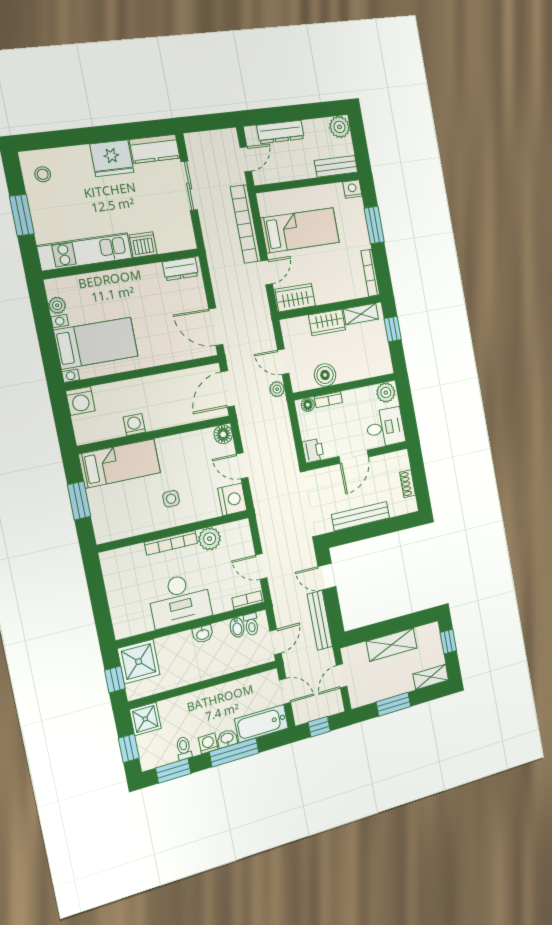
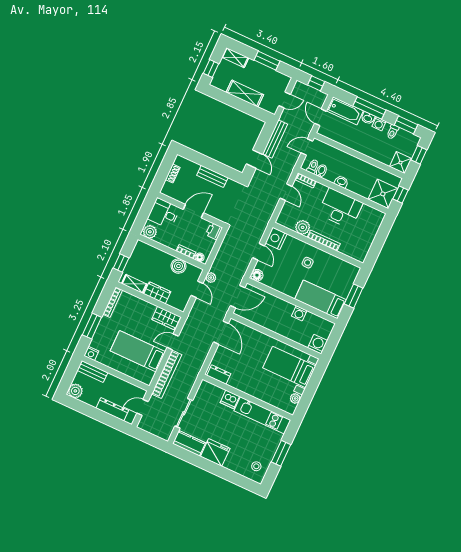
bench: (361, 516) -> (212, 176), width x0.73

